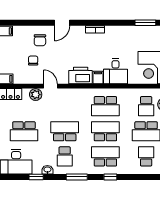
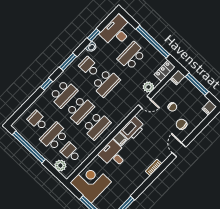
school desk: (105, 106) -> (97, 126), turned 180
school desk: (146, 156) -> (38, 121), turned 180

